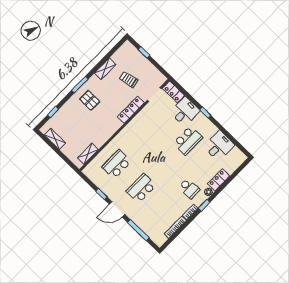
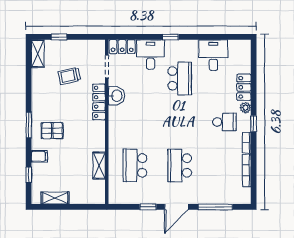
shelving: (105, 69) -> (38, 54), moved
filing cabinet: (69, 108) -> (39, 156), added
washbasin: (144, 116) -> (116, 96), added
shelving: (88, 154) -> (99, 166), moved

